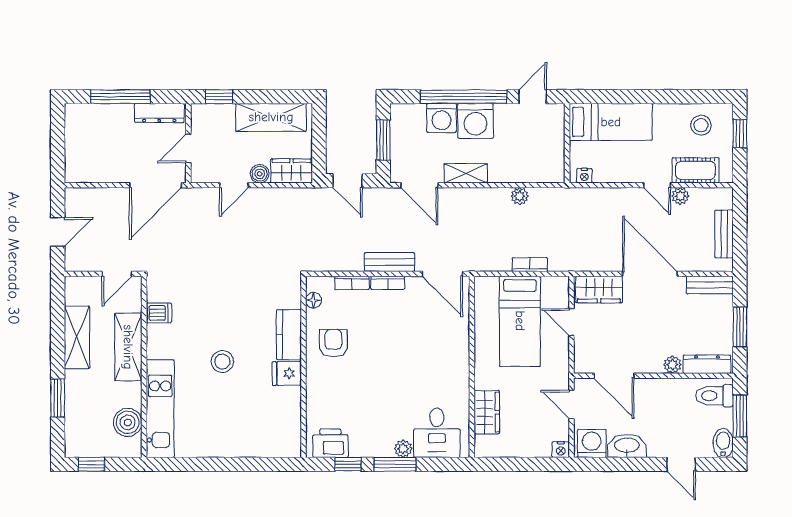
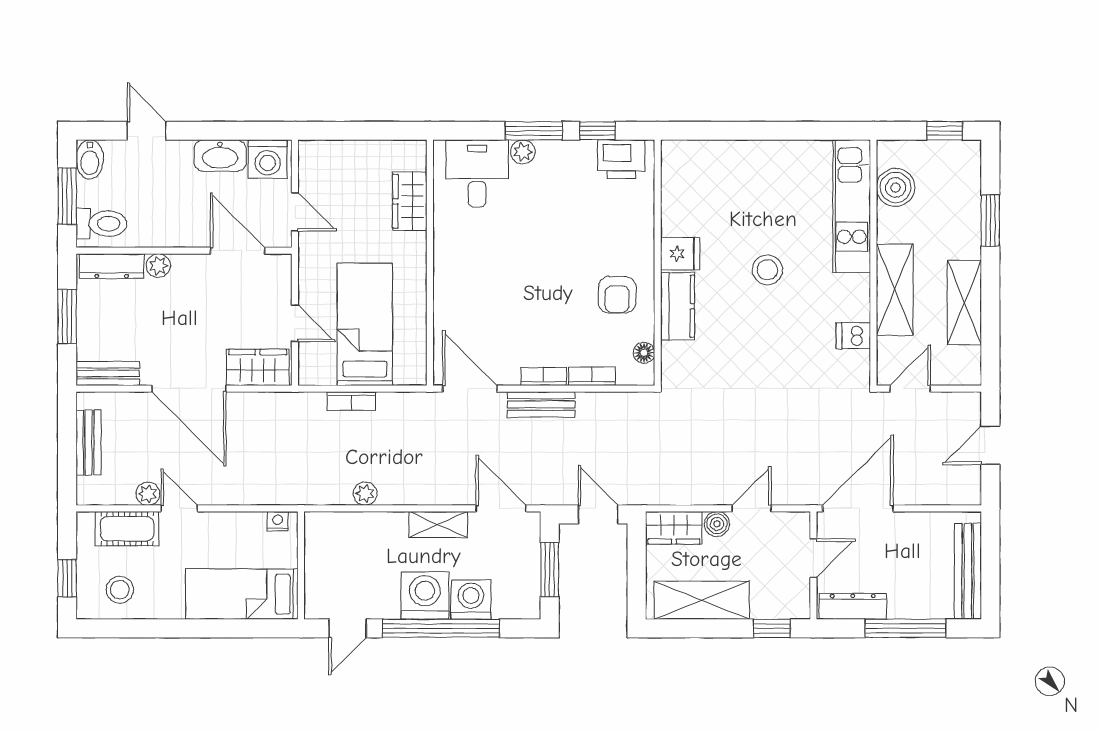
bench: (74, 139) -> (968, 571), added
nightstand: (561, 450) -> (309, 151), removed

